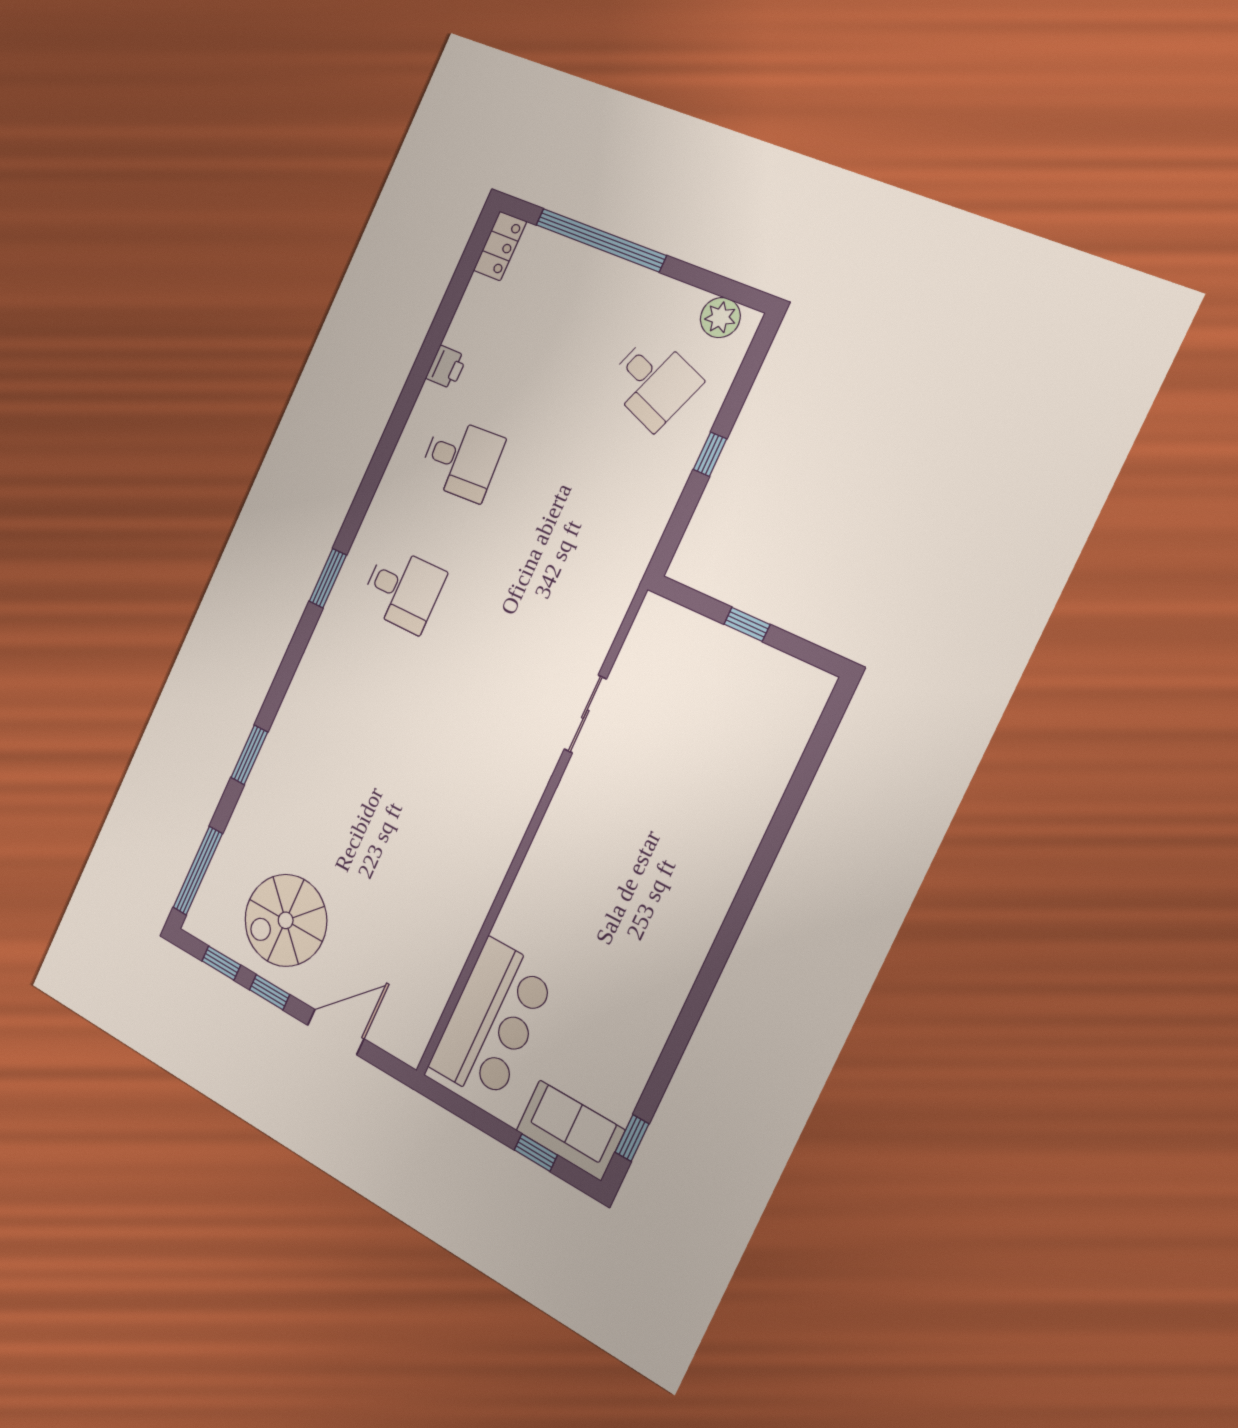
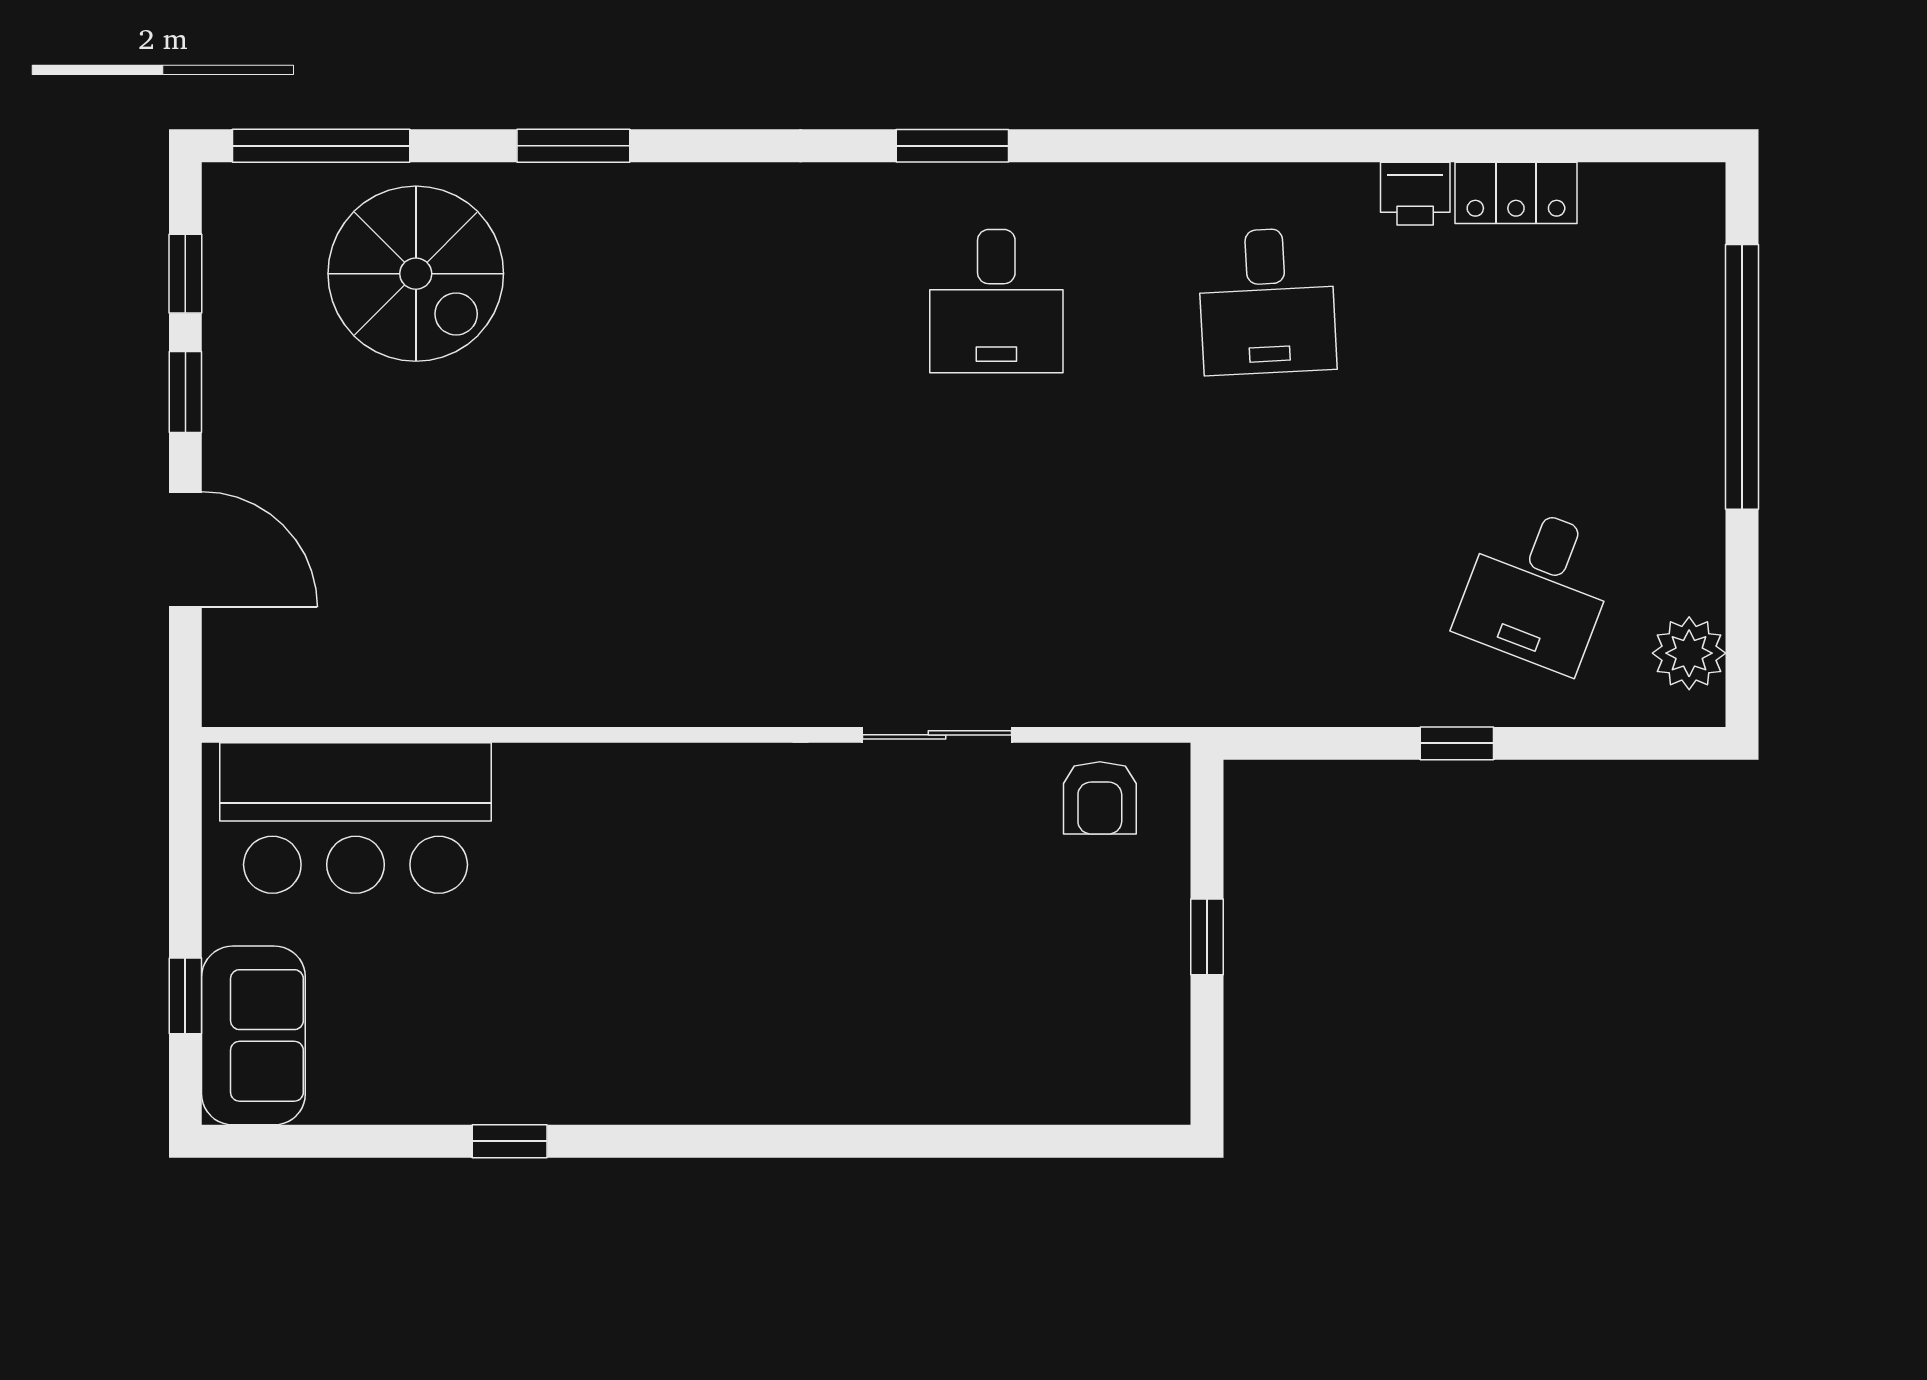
locker: (500, 246) -> (1516, 193), moved
armchair: (653, 647) -> (1100, 798), added
spiral stairs: (286, 920) -> (416, 274), moved, turned 180
window: (632, 1138) -> (510, 1141), moved

